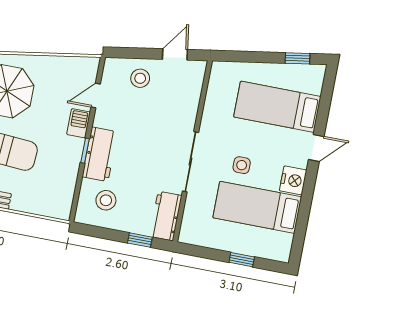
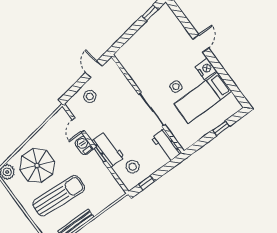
bed: (277, 107) -> (164, 44), removed
window: (140, 240) -> (147, 183), moved

